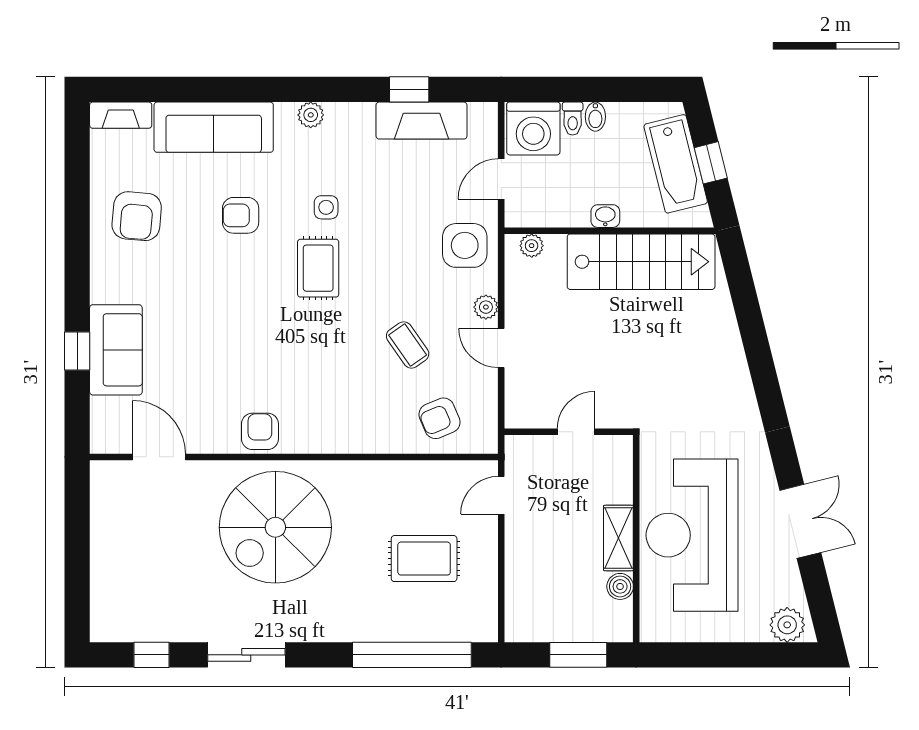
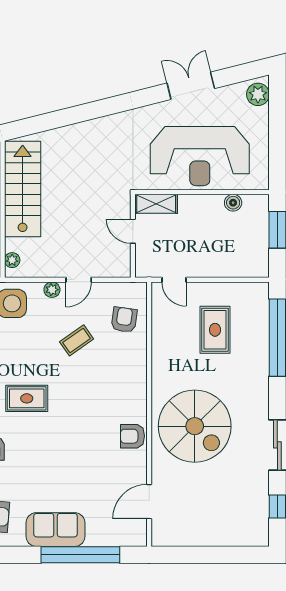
sofa: (116, 350) -> (55, 530), moved
window: (77, 351) -> (80, 555), width x3.17
armchair: (439, 418) -> (124, 320), turned -149
shelving: (618, 538) -> (156, 204), moved

